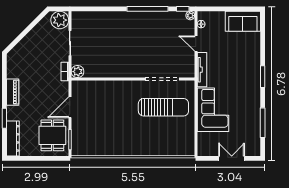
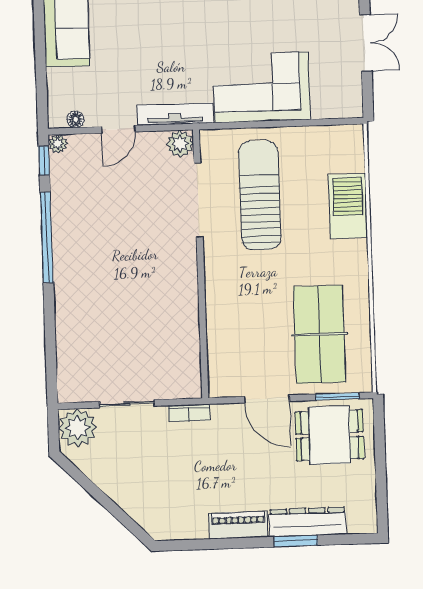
plant: (78, 72) -> (180, 144), moved
table tennis table: (99, 132) -> (319, 334), added
dresser: (13, 138) -> (308, 522), moved
barbecue: (157, 147) -> (348, 206), added
double door: (232, 158) -> (366, 43), swing flipped

